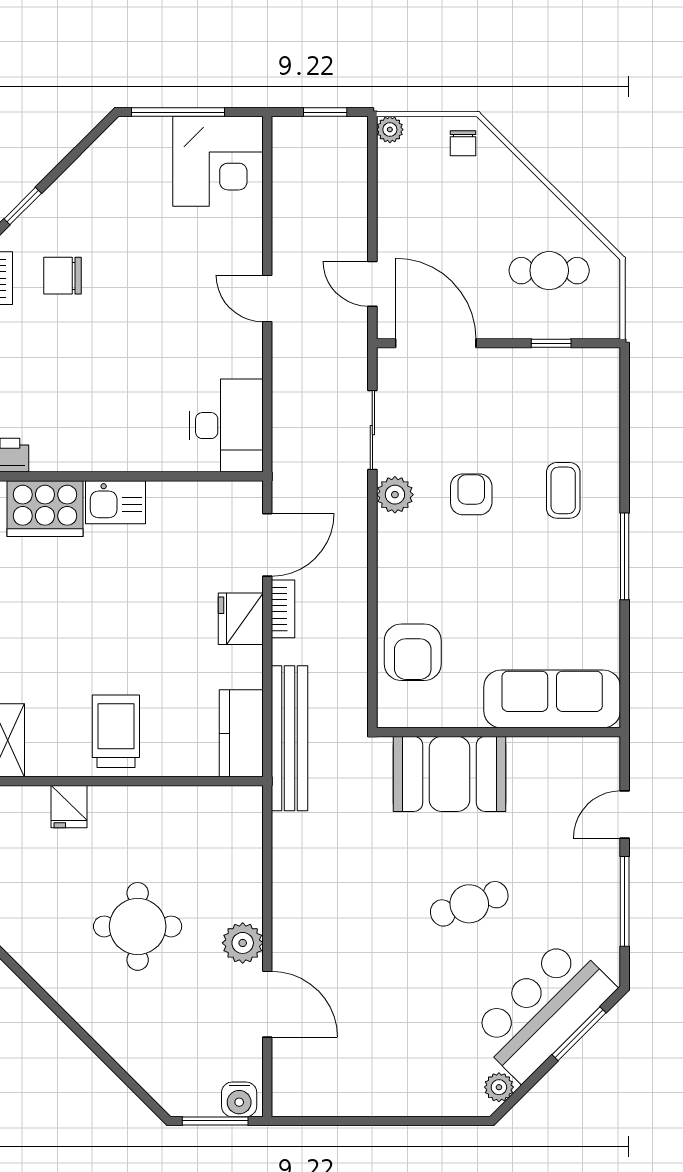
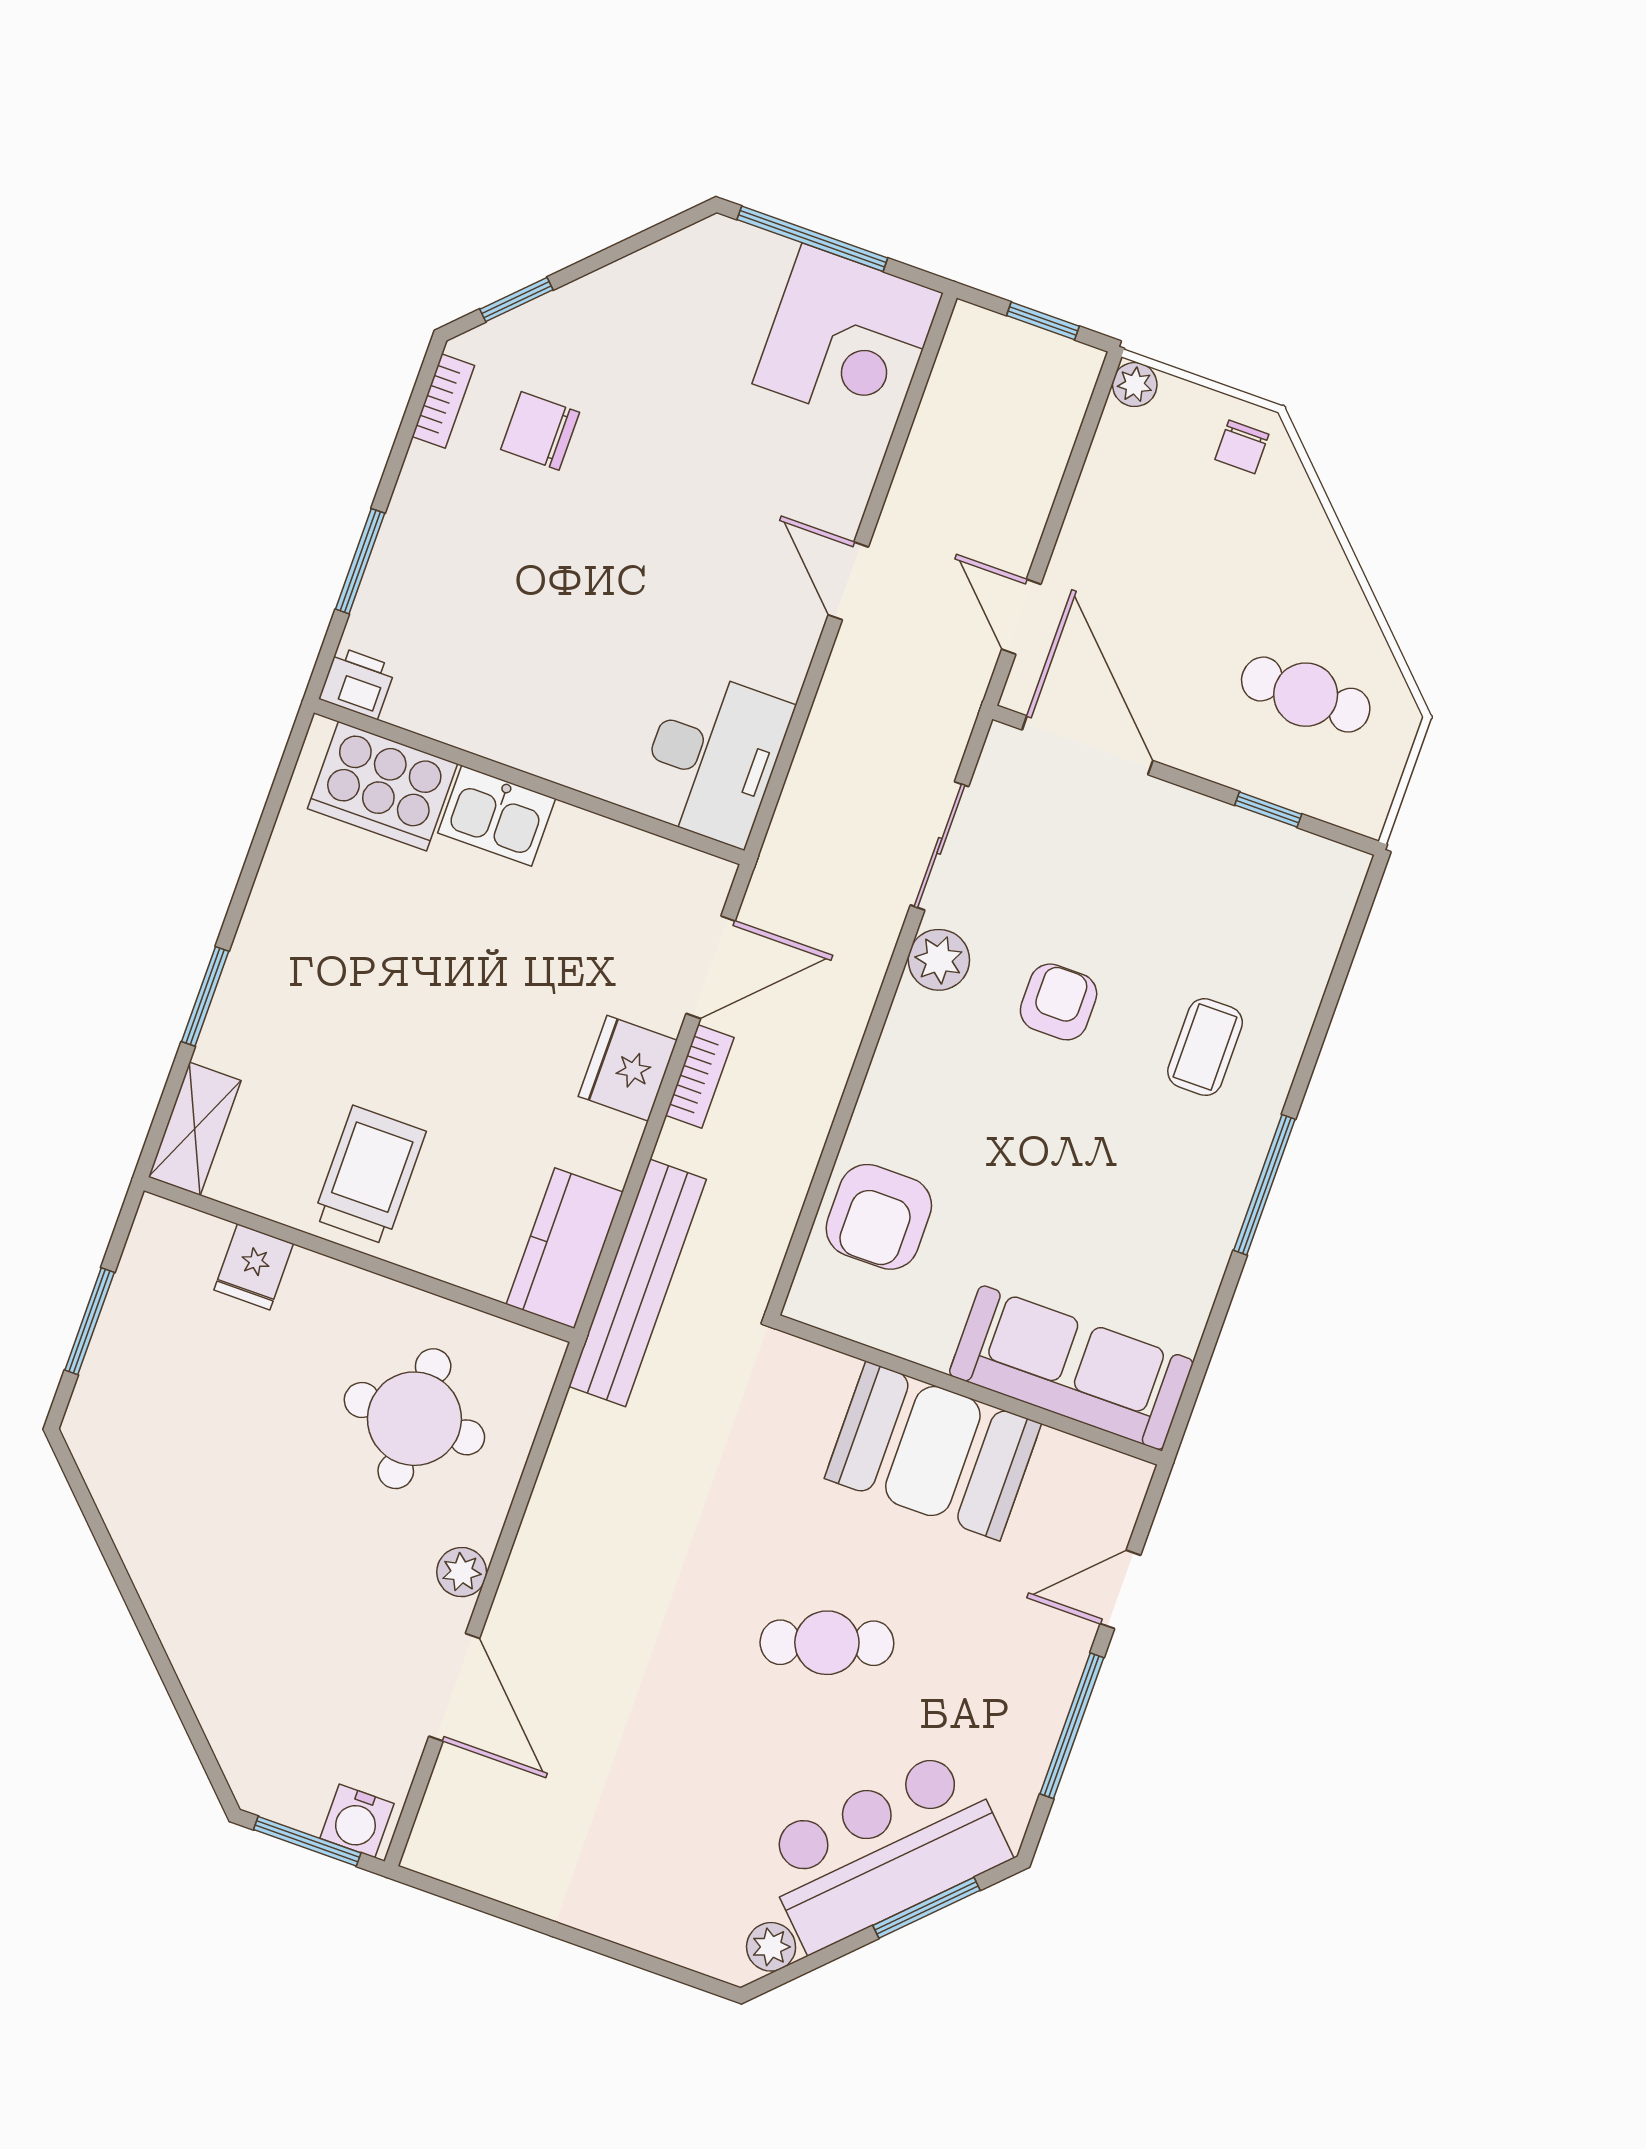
booth: (450, 774) -> (933, 1451), moved
round table: (138, 926) -> (414, 1419), moved
plant: (243, 943) -> (462, 1572), width x0.73, depth x0.73

